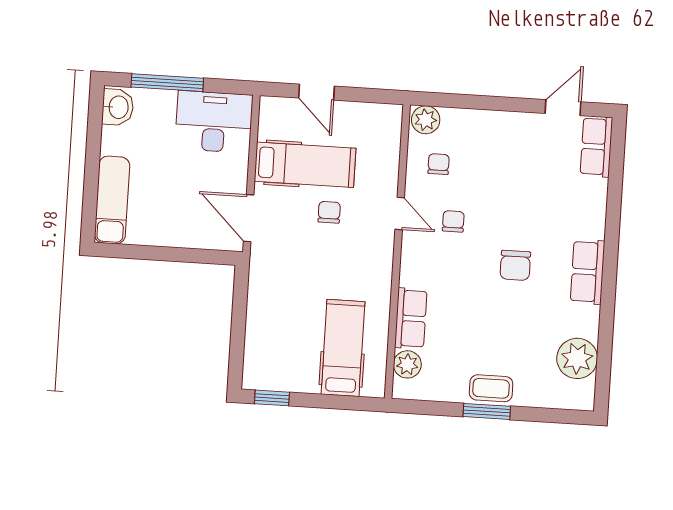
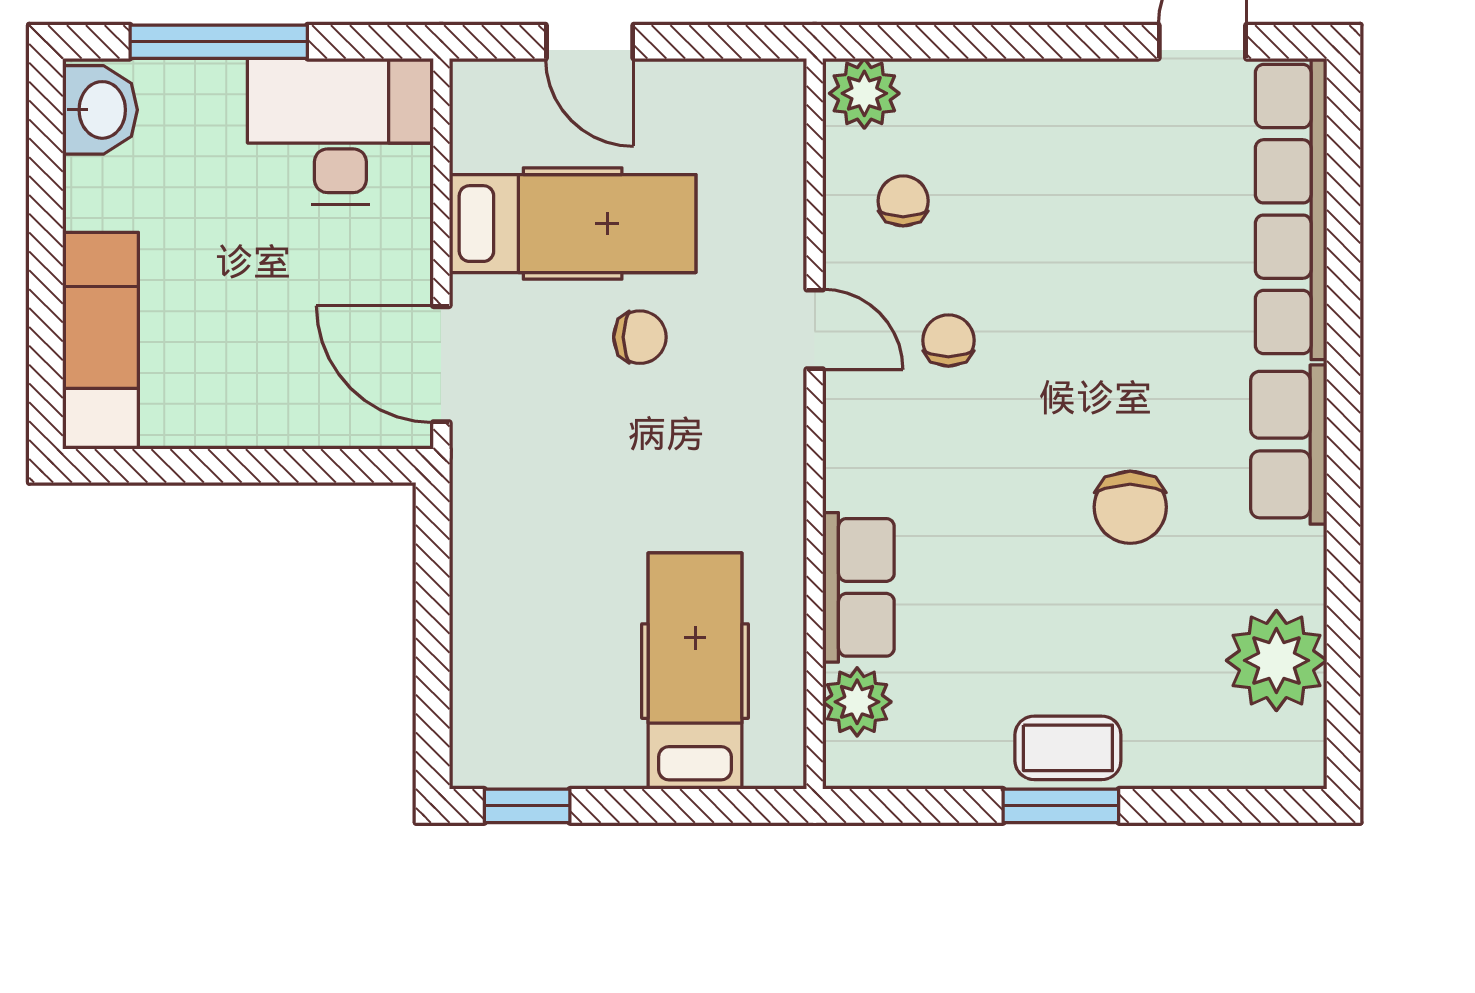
row of seats: (596, 147) -> (1291, 209), width x2.02
chair: (329, 212) -> (640, 337), turned 90
chair: (515, 265) -> (1130, 507), moved

